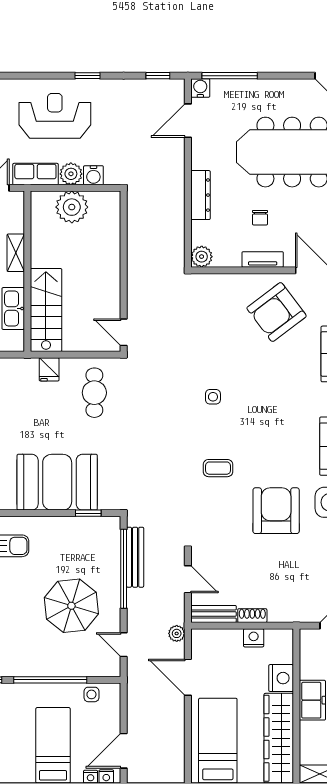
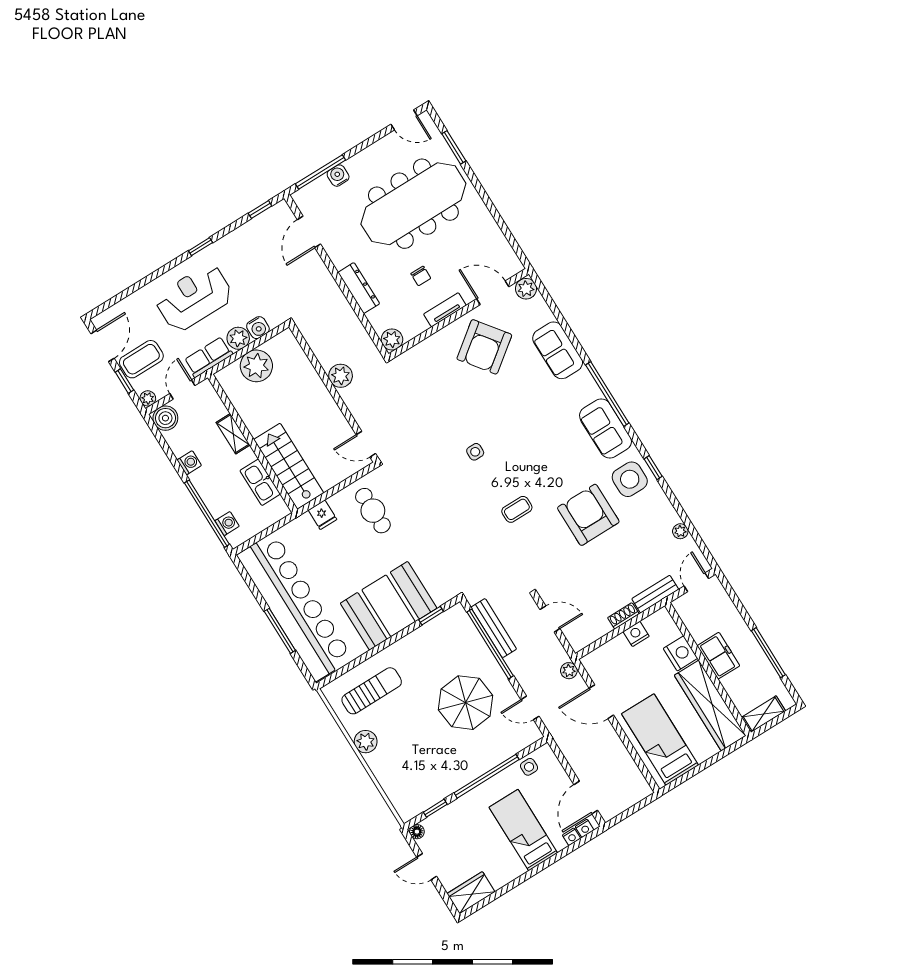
water cooler: (200, 88) -> (338, 176), moved
plant: (138, 260) -> (341, 376), added
bench: (214, 614) -> (655, 594), moved

